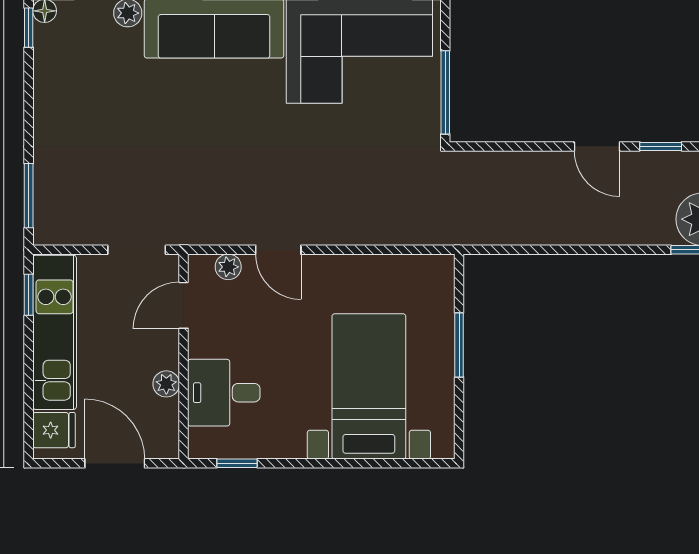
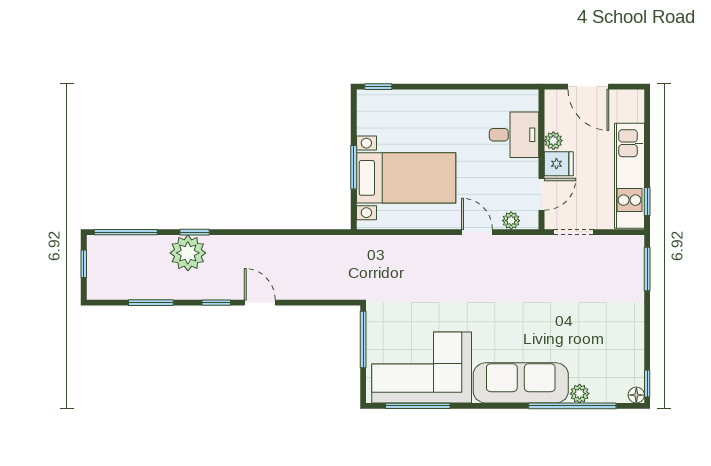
bed with nightstands: (369, 386) -> (406, 178), moved, turned -90
fridge: (54, 430) -> (559, 164), moved, turned 180
window: (237, 463) -> (378, 87), moved

